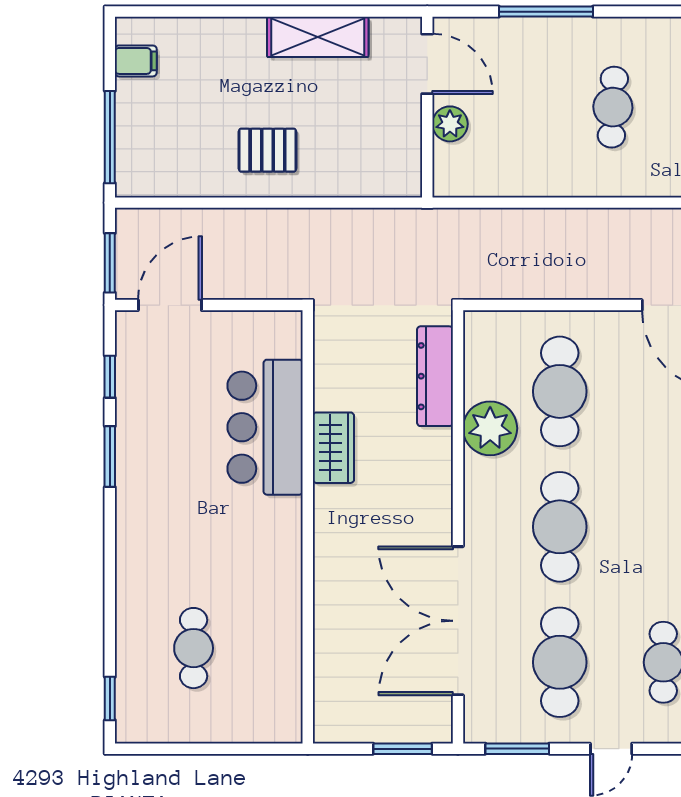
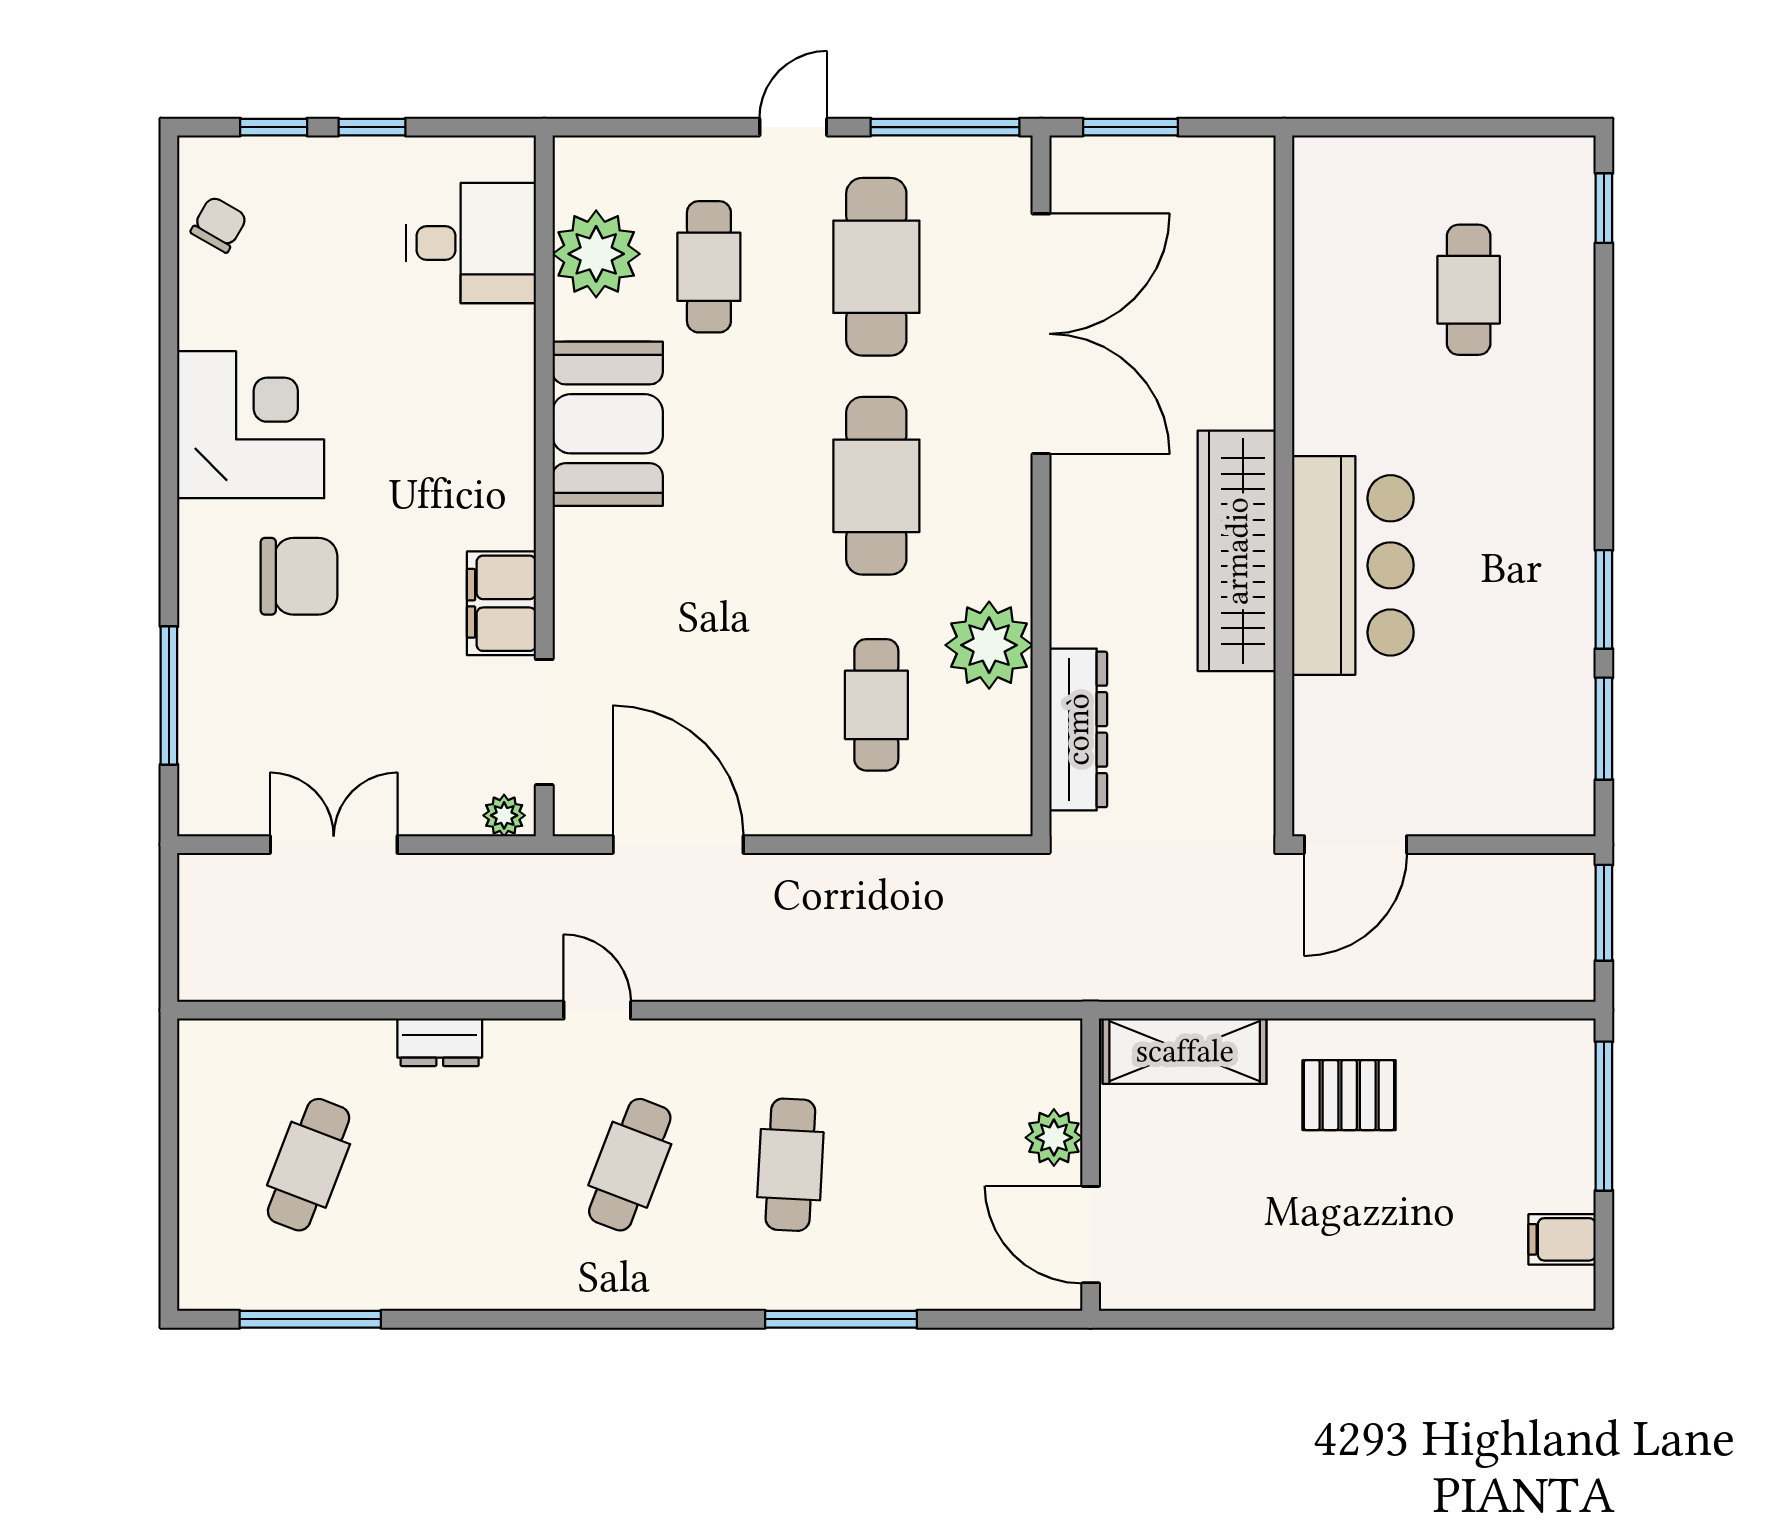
window: (546, 12) -> (841, 1319), moved
shelving: (318, 37) -> (1185, 1051), moved
door: (170, 305) -> (1356, 845), moved
window: (110, 377) -> (1604, 729), width x1.50
cafe table: (560, 391) -> (876, 705), width x0.73, depth x0.74
bar counter: (265, 427) -> (1353, 565), moved
wardrobe: (333, 448) -> (1237, 551), width x2.10, depth x1.17
window: (517, 749) -> (945, 127), width x1.44

